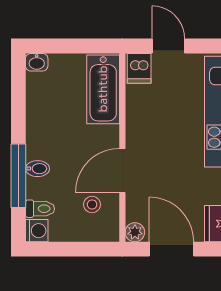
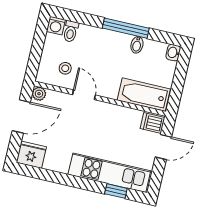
bidet: (37, 169) -> (137, 45), moved
door: (122, 171) -> (84, 95), width x0.73
window: (18, 176) -> (126, 28), moved

